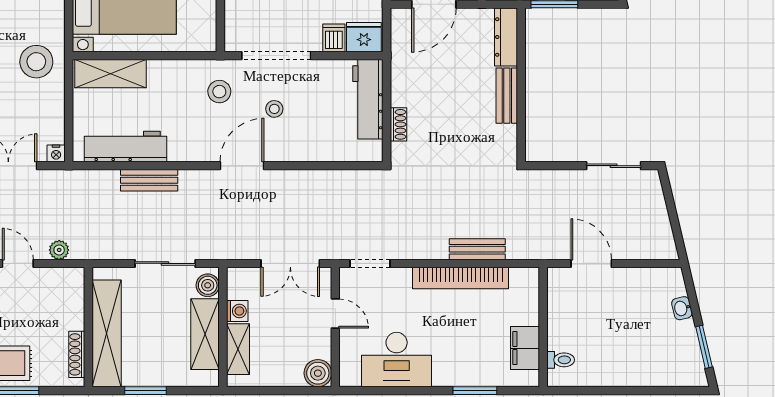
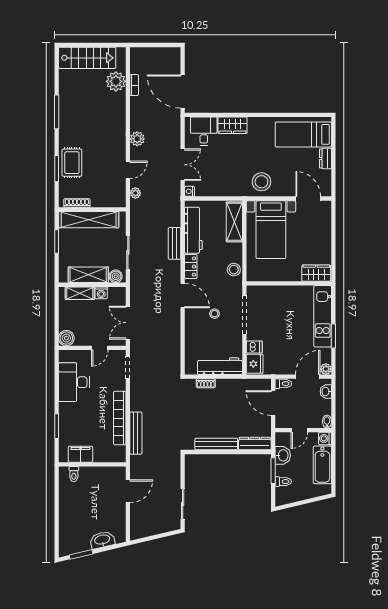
stool: (36, 62) -> (261, 182), moved
stool: (219, 92) -> (234, 270), moved
bench: (507, 96) -> (216, 444), width x1.36
locker: (190, 151) -> (191, 267), added
bench: (477, 249) -> (136, 433), width x1.36
washbasin: (682, 308) -> (102, 540), width x1.91, depth x1.45

